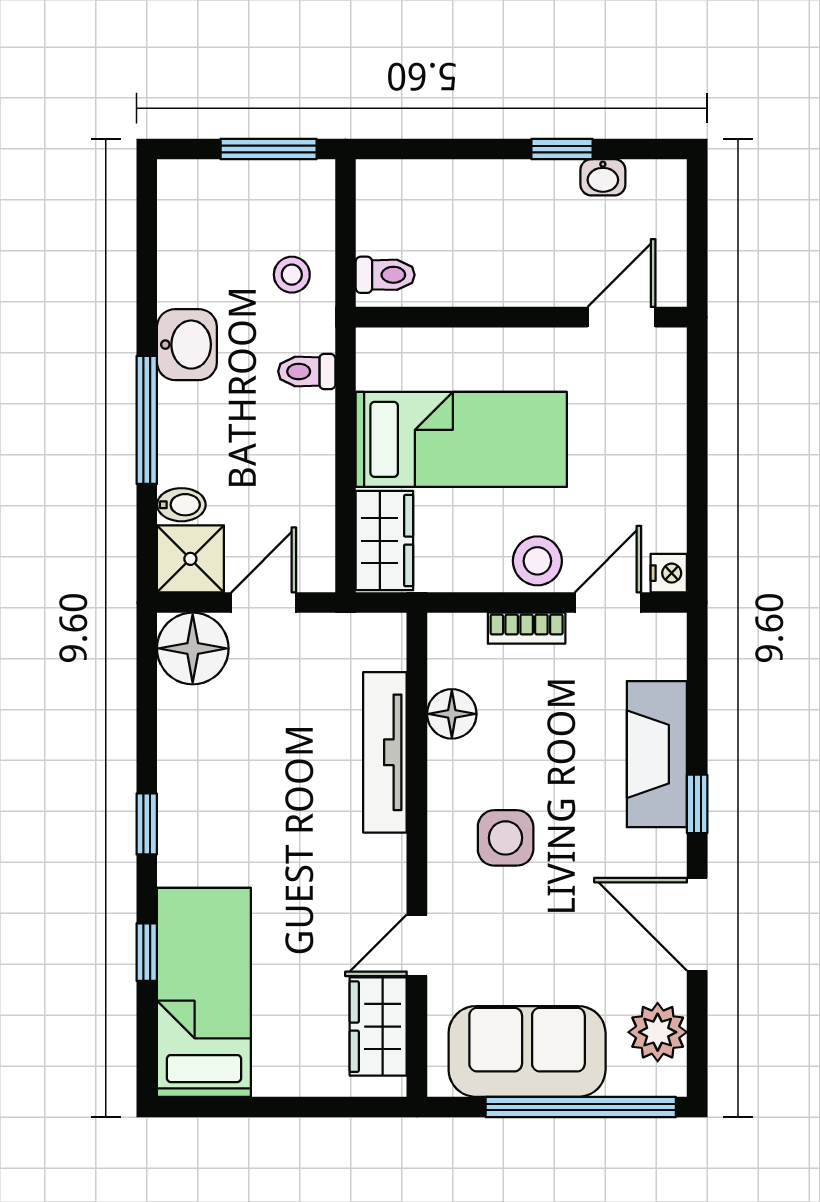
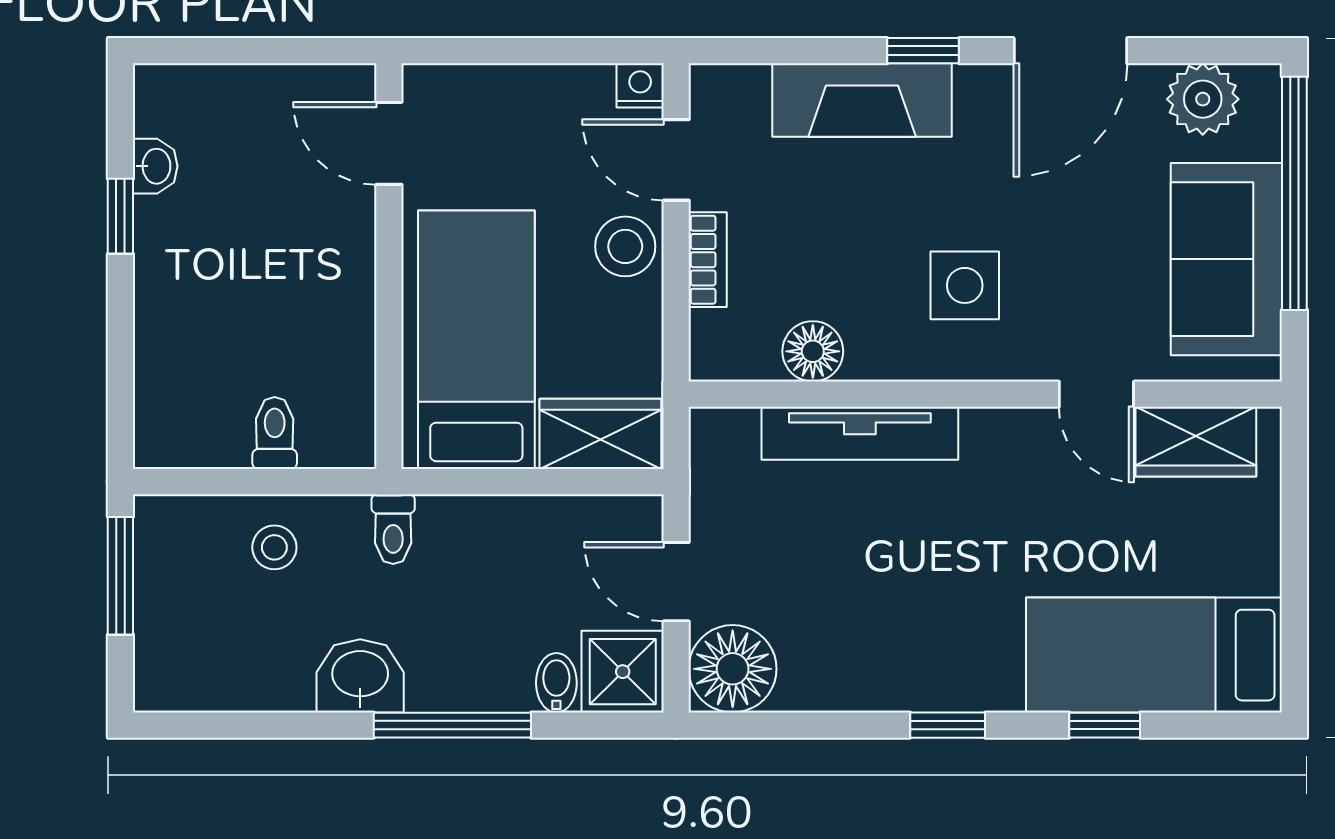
wall: (521, 317) -> (389, 266), moved
door: (622, 317) -> (389, 143), moved

